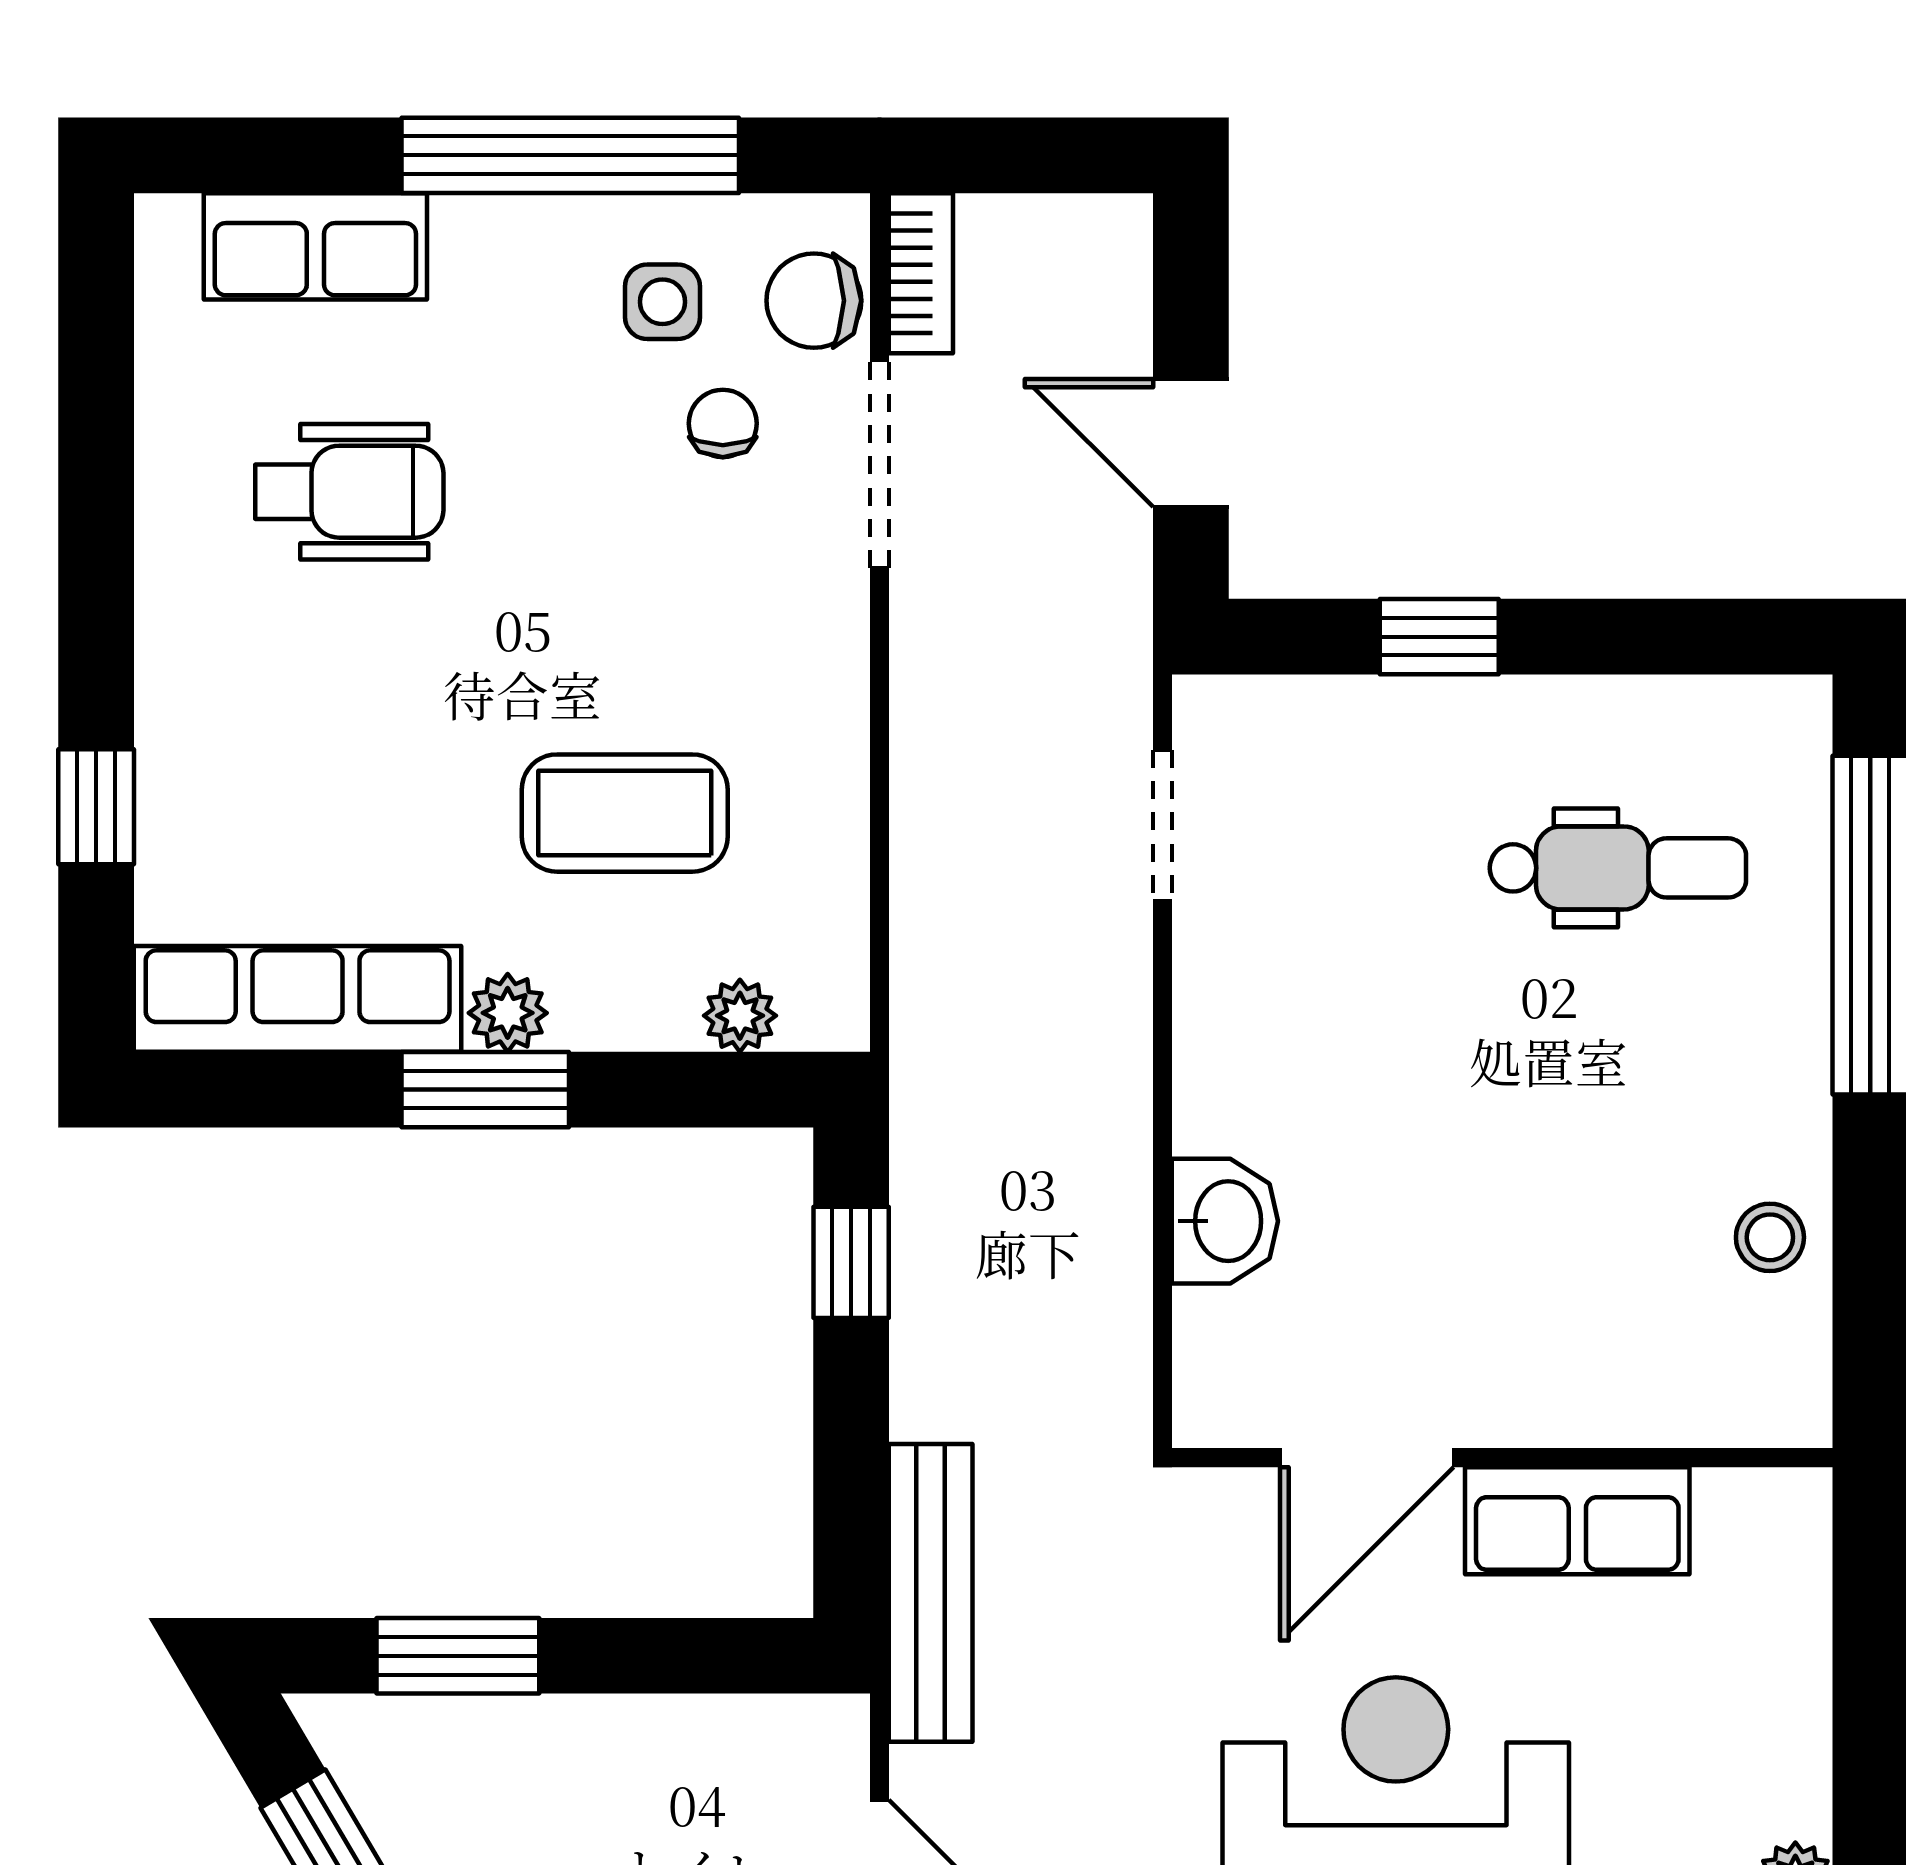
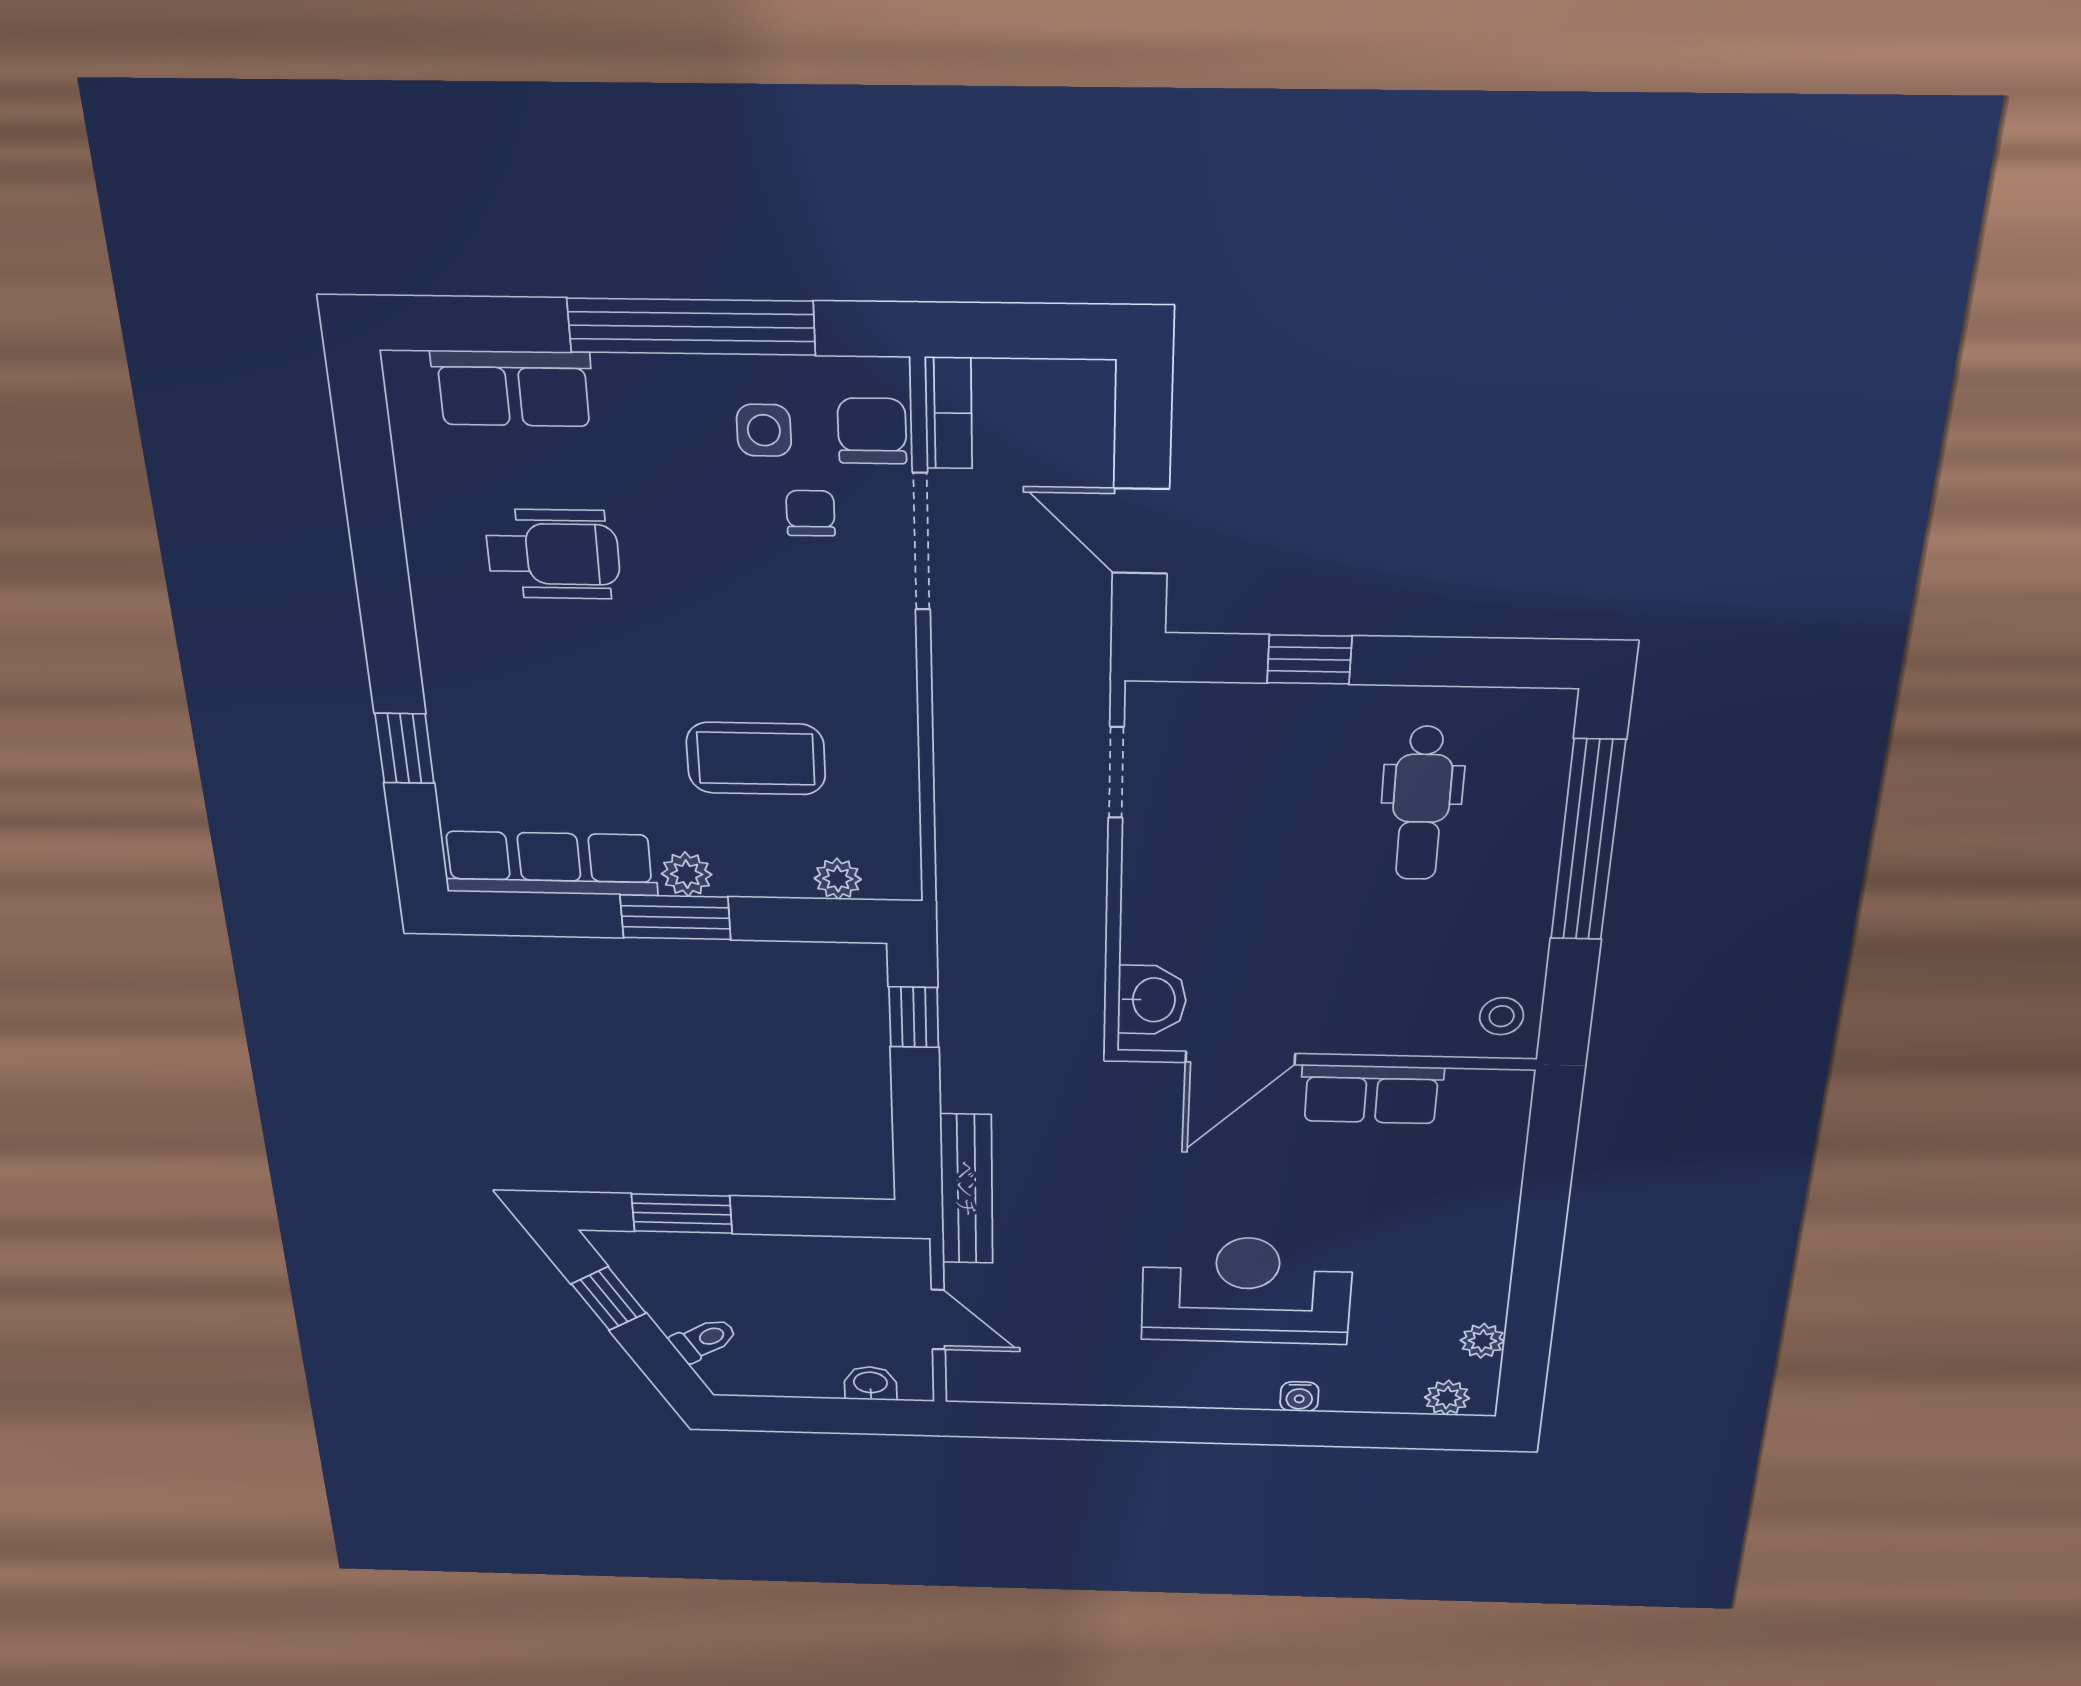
chair: (814, 301) -> (872, 431), turned 90
dental chair: (1618, 868) -> (1421, 804), turned 90
door: (1367, 1458) -> (1240, 1058), moved
wall: (1502, 1458) -> (1326, 1060), moved
row of seats: (1577, 1521) -> (1371, 1094), moved

